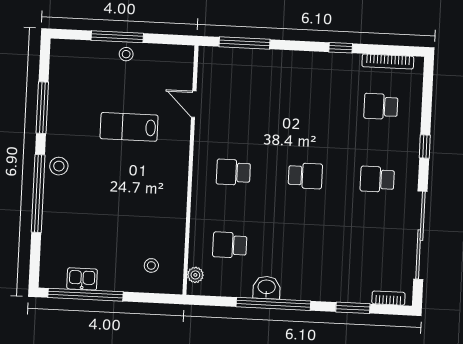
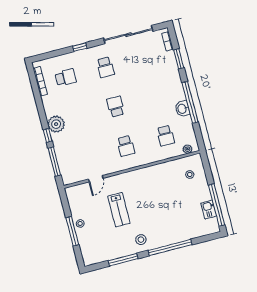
window: (341, 48) -> (48, 135), moved
plant: (307, 66) -> (56, 124), added
school desk: (381, 106) -> (66, 78), turned -90
stool: (59, 166) -> (141, 240), moved

